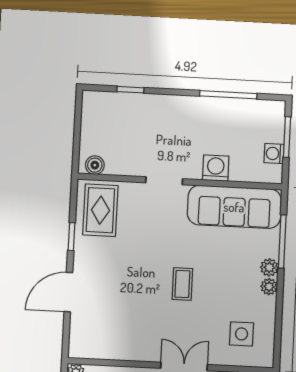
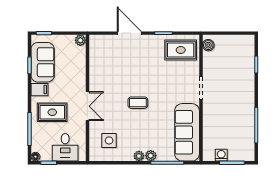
washing machine: (216, 168) -> (210, 120), removed

